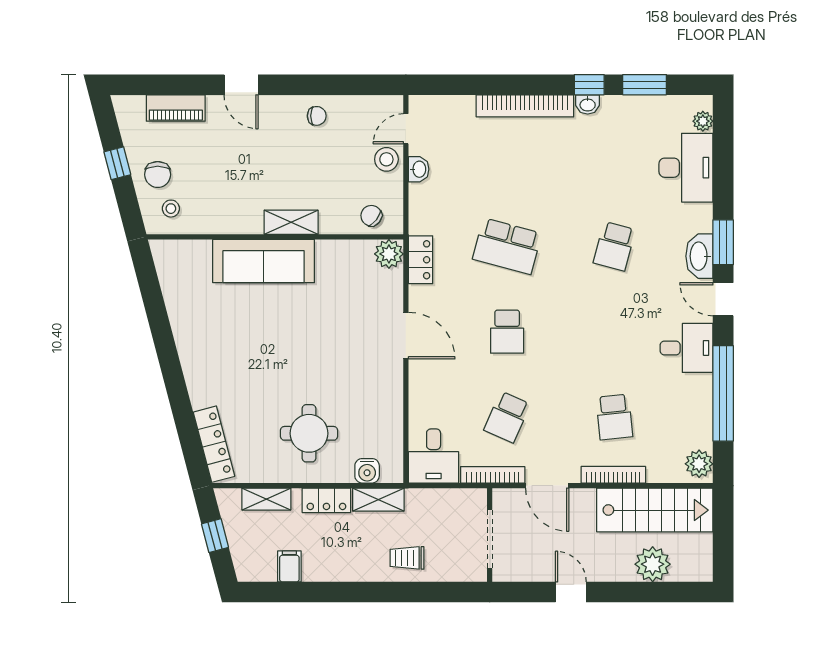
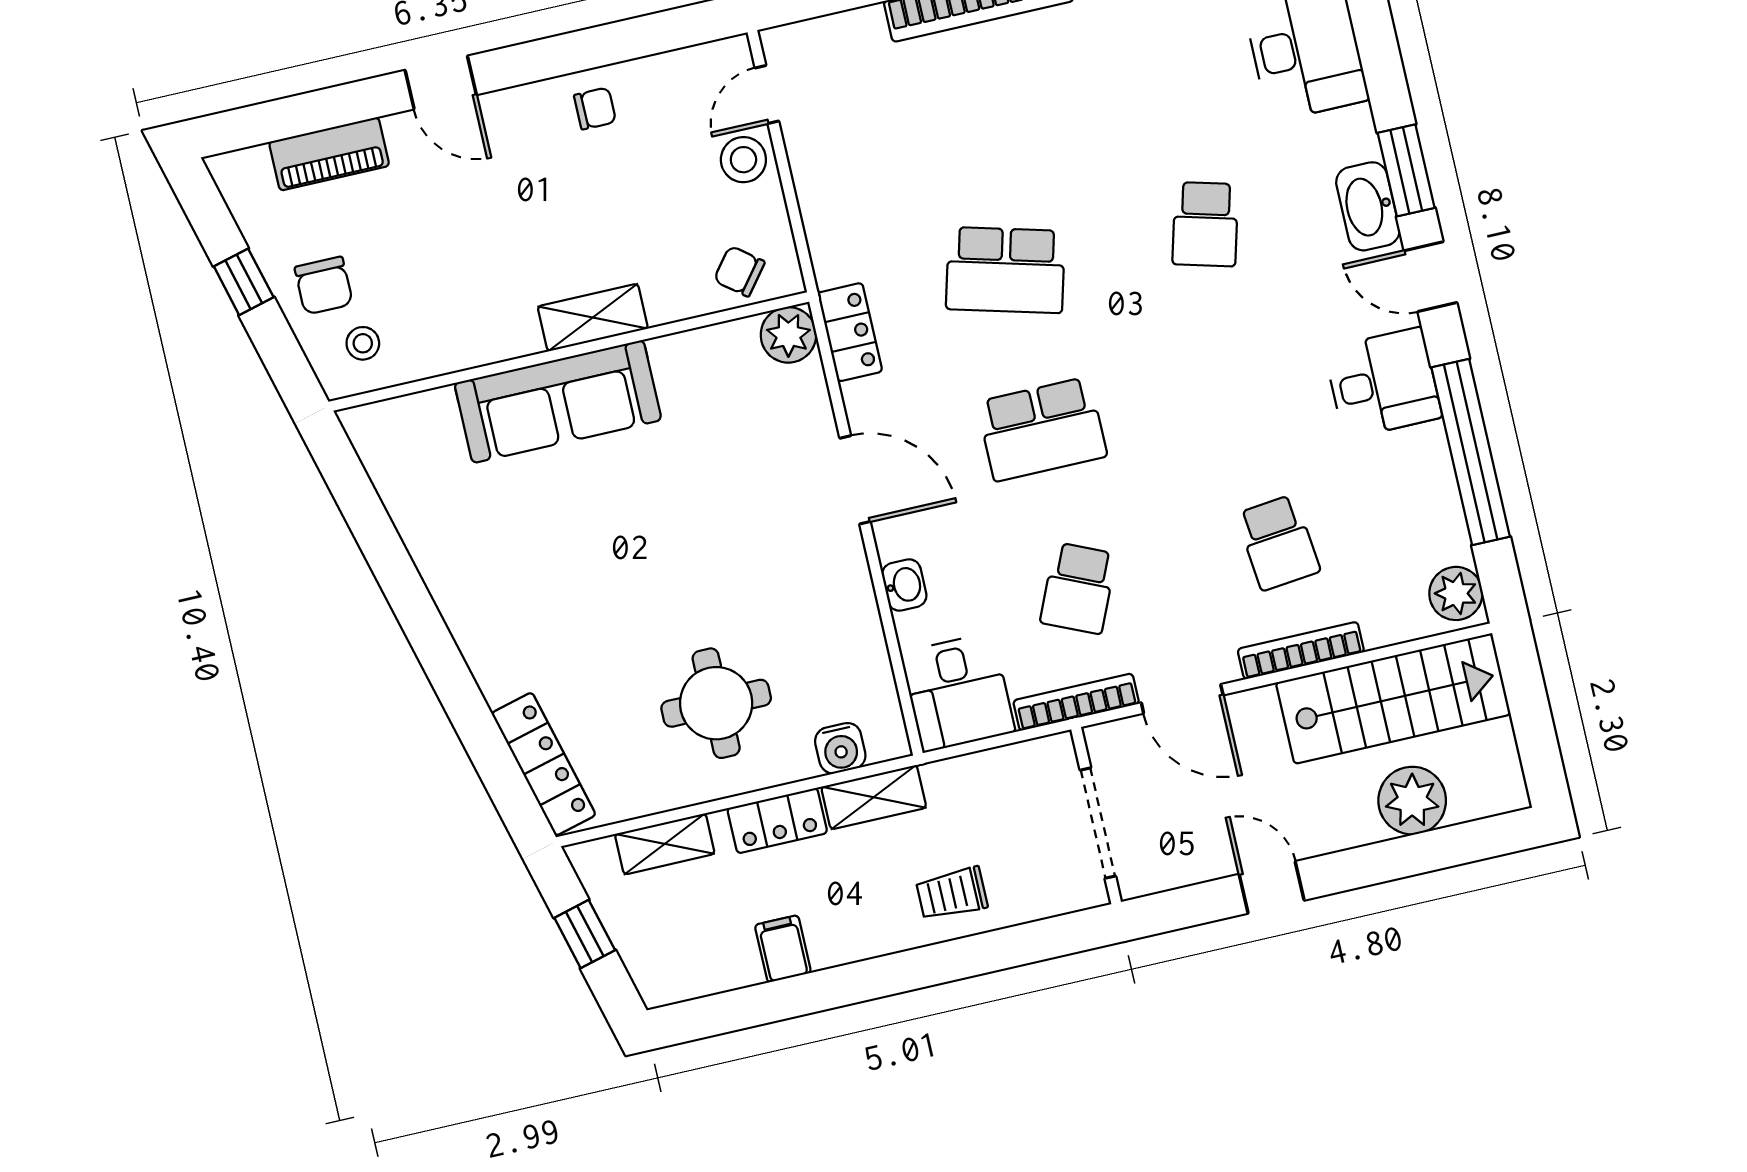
washbasin: (419, 169) -> (904, 585), moved
school desk: (507, 332) -> (1042, 429), width x1.85
filing cabinet: (289, 566) -> (783, 949), moved

